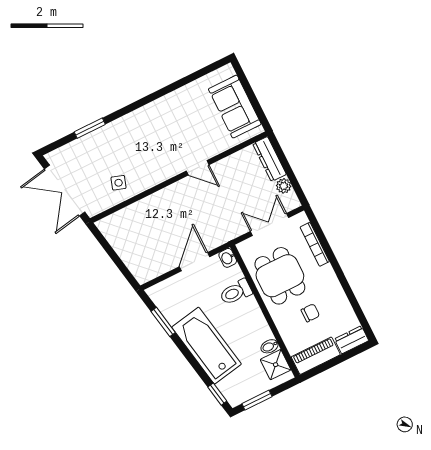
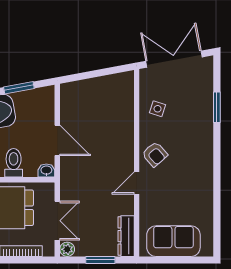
dresser: (269, 159) -> (126, 236), moved, turned -90
armchair: (162, 164) -> (155, 154), added
window: (286, 166) -> (100, 260), added
plant: (284, 186) -> (67, 249), moved

